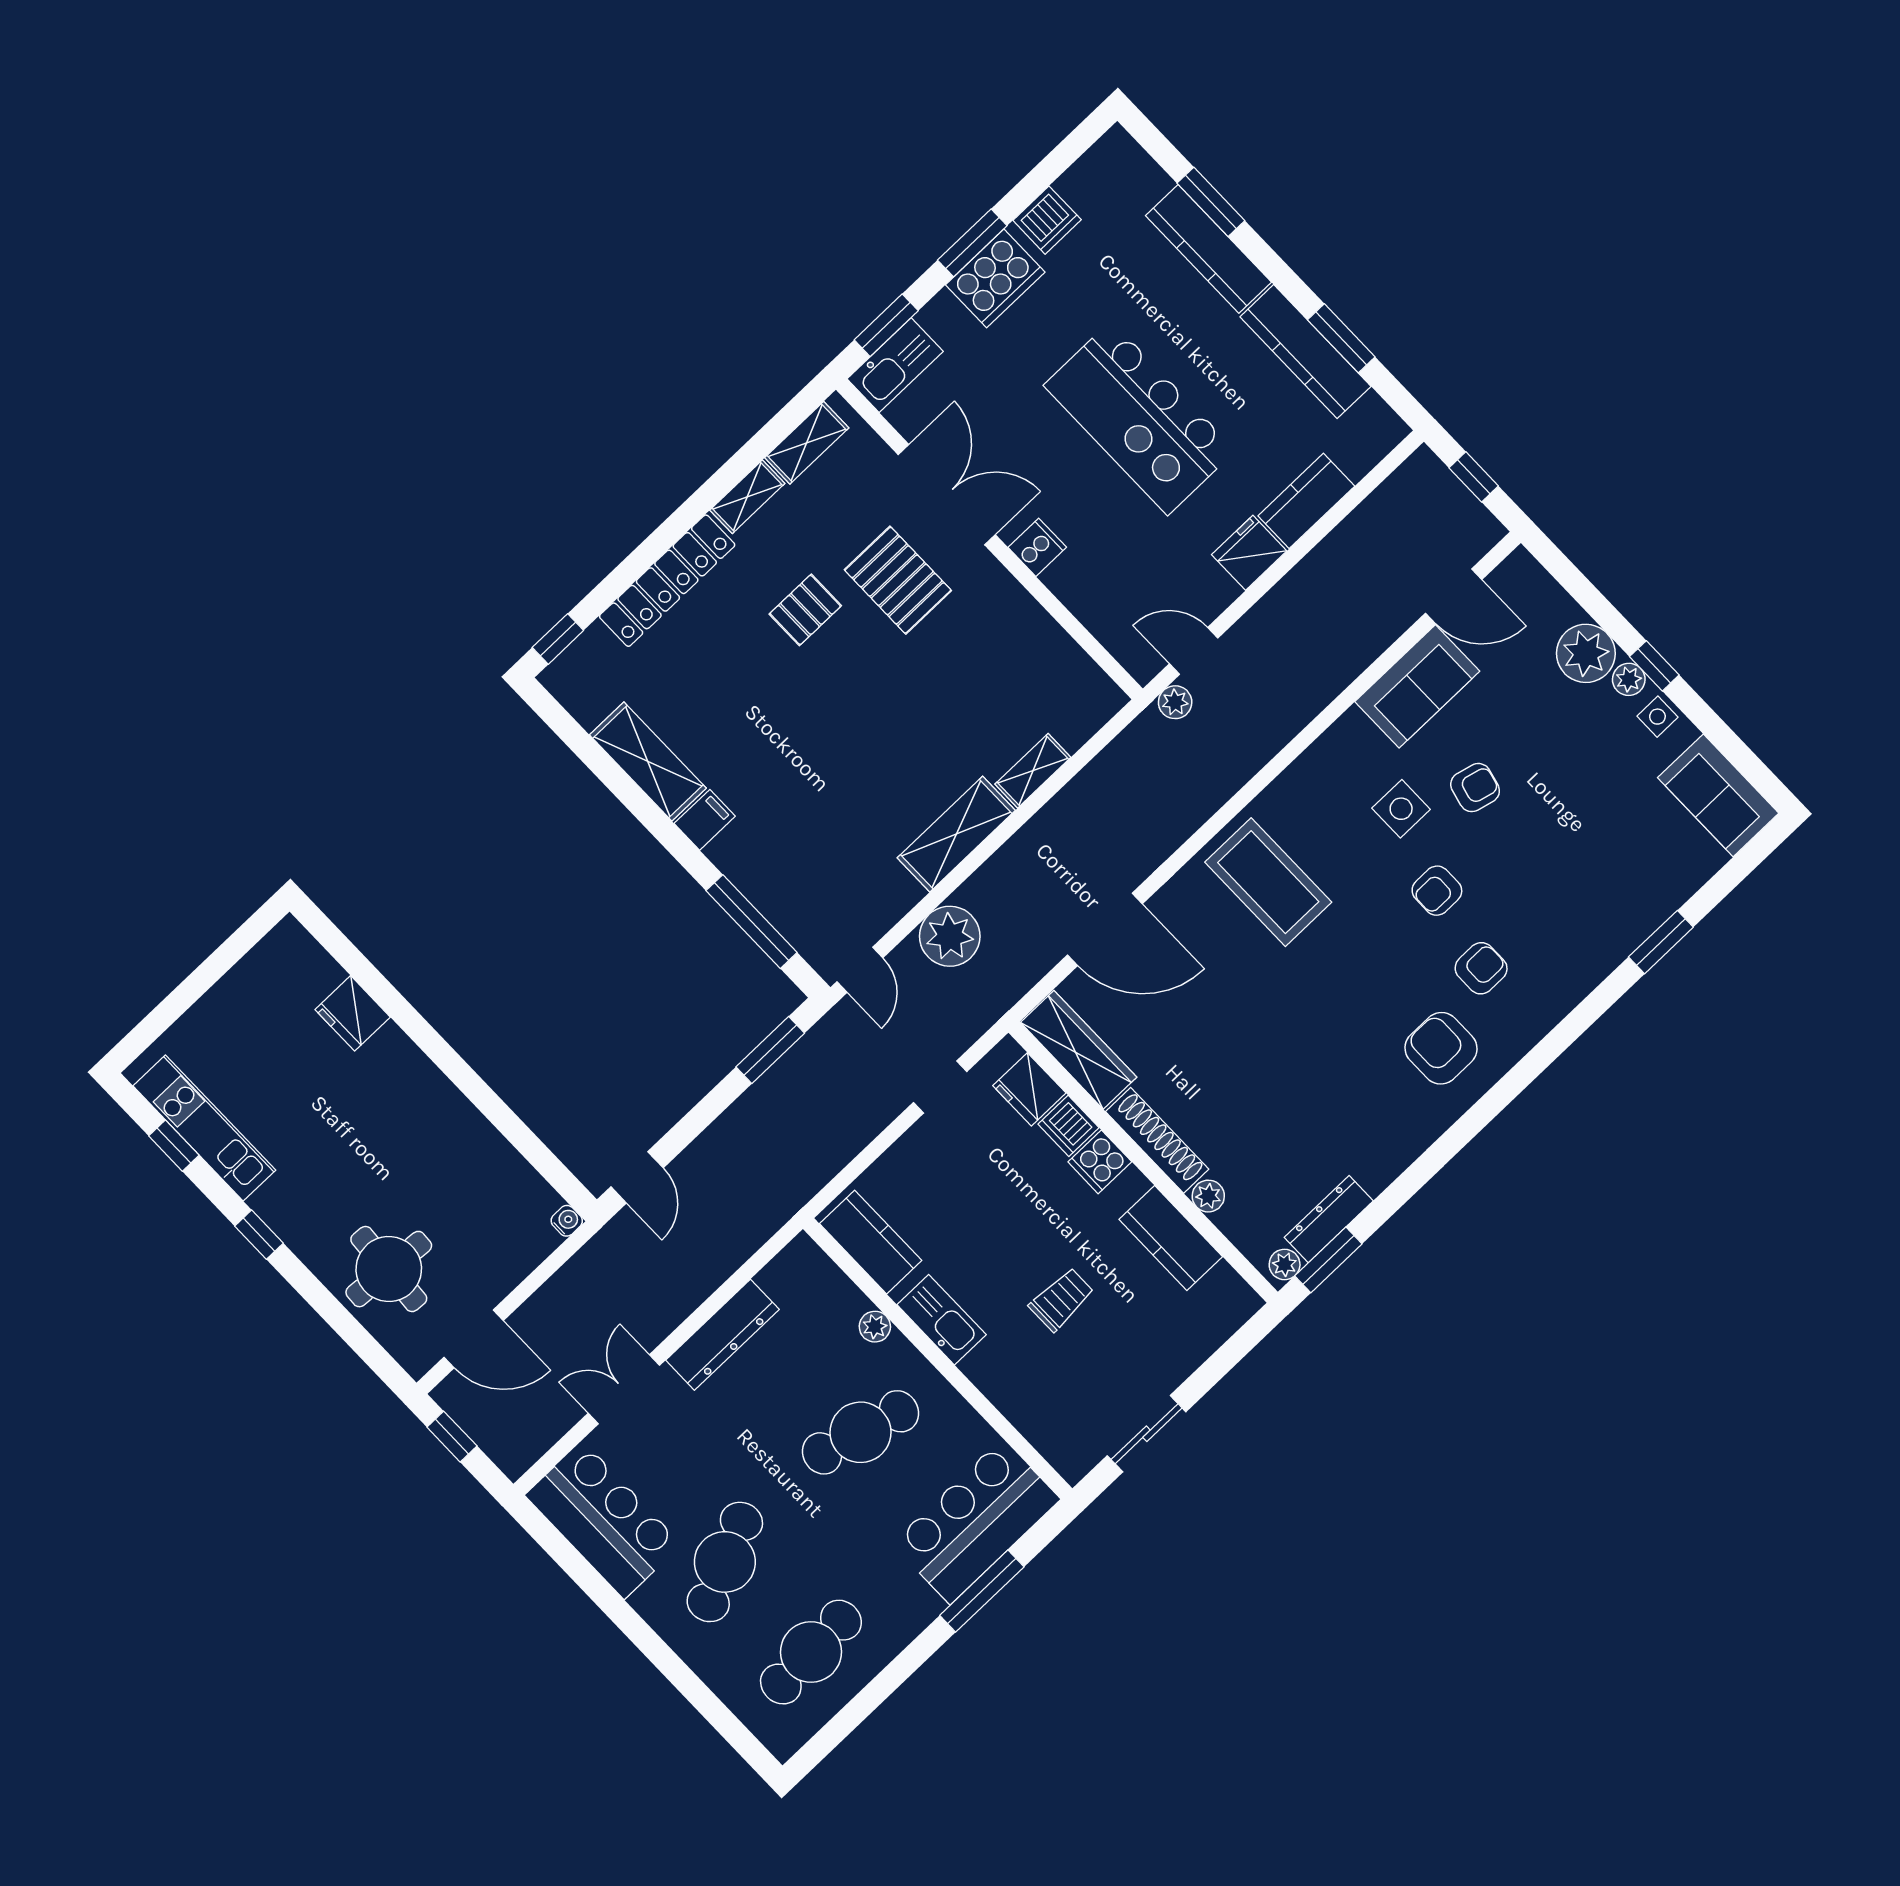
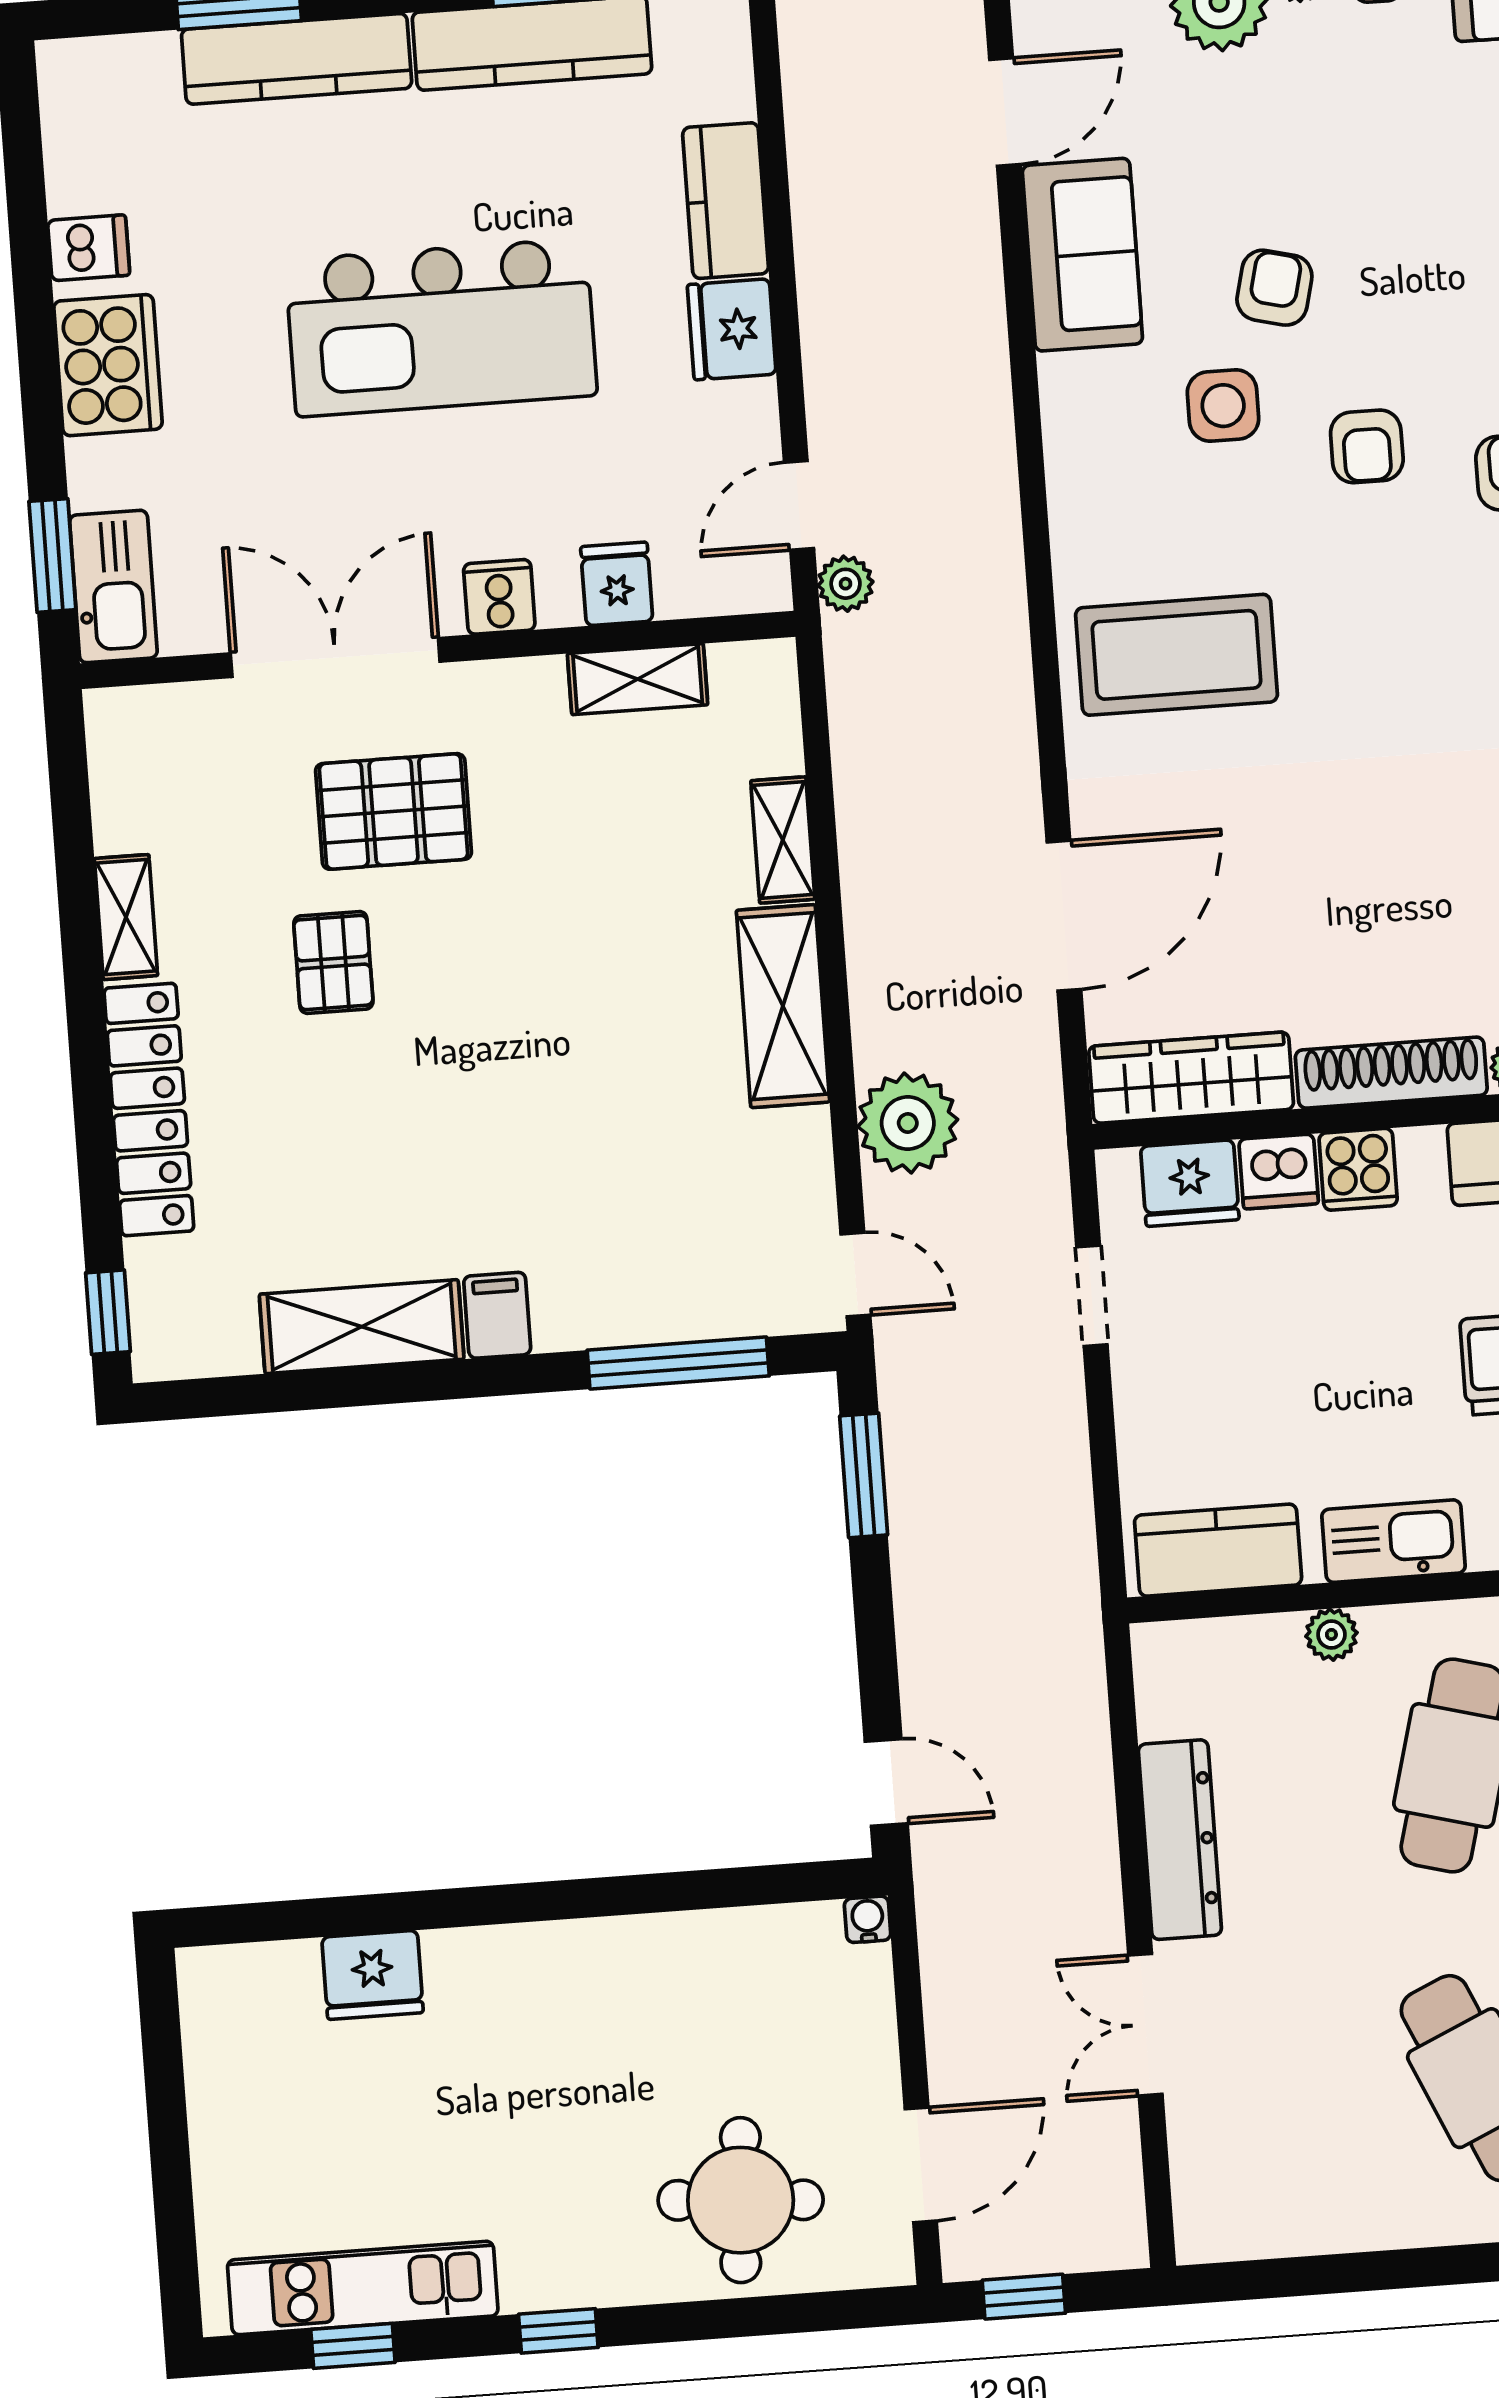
dishwasher: (1047, 220) -> (89, 248), width x0.73
window: (972, 243) -> (38, 357), removed
shelving: (807, 443) -> (638, 679), moved, turned 90
fridge: (1088, 597) -> (617, 584), added
bar counter: (603, 1520) -> (1292, 2190), removed

